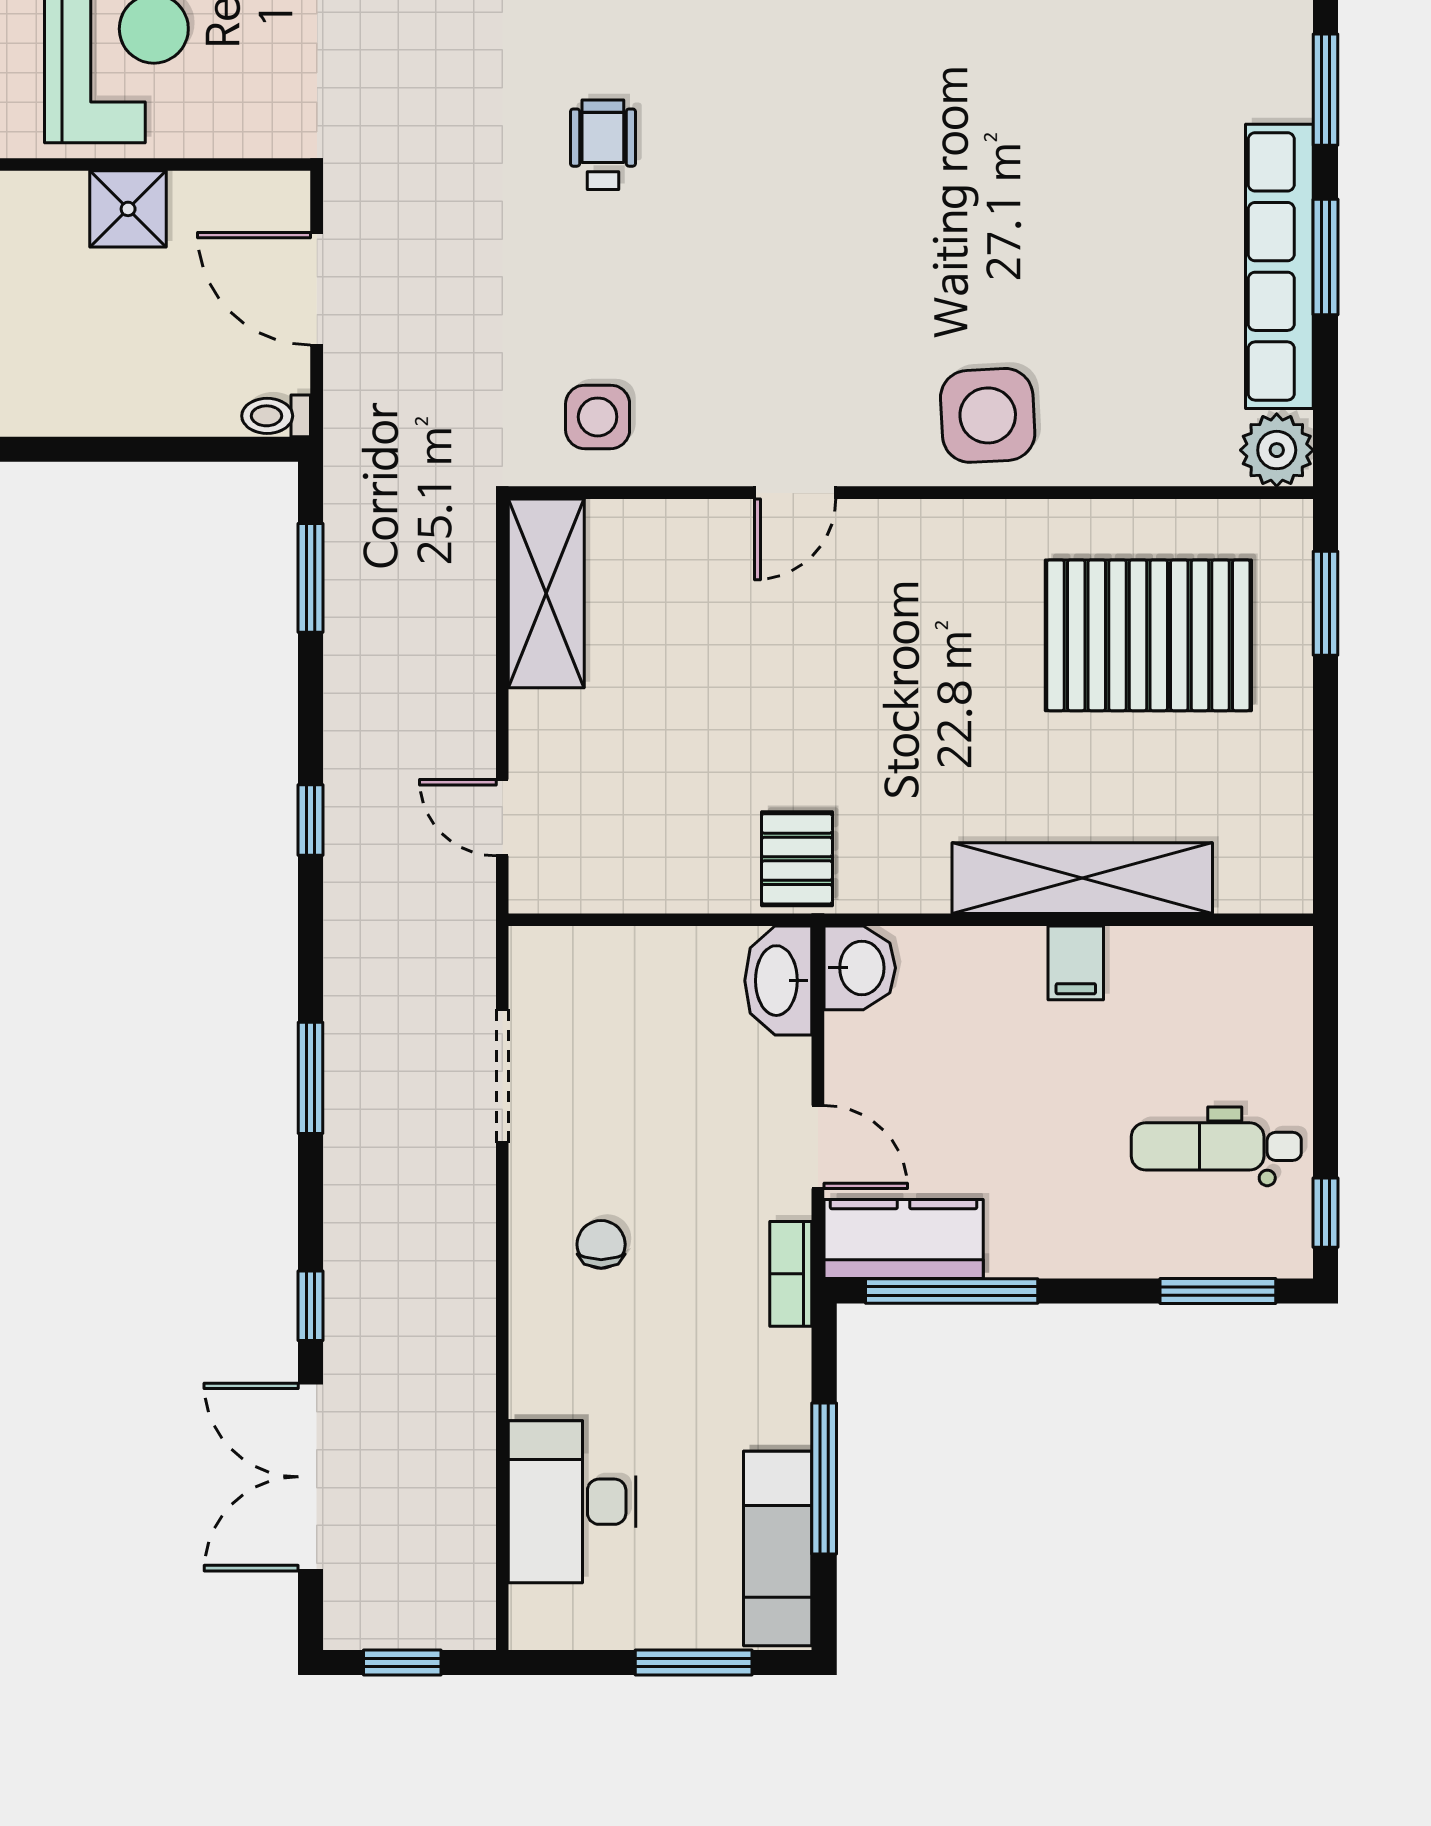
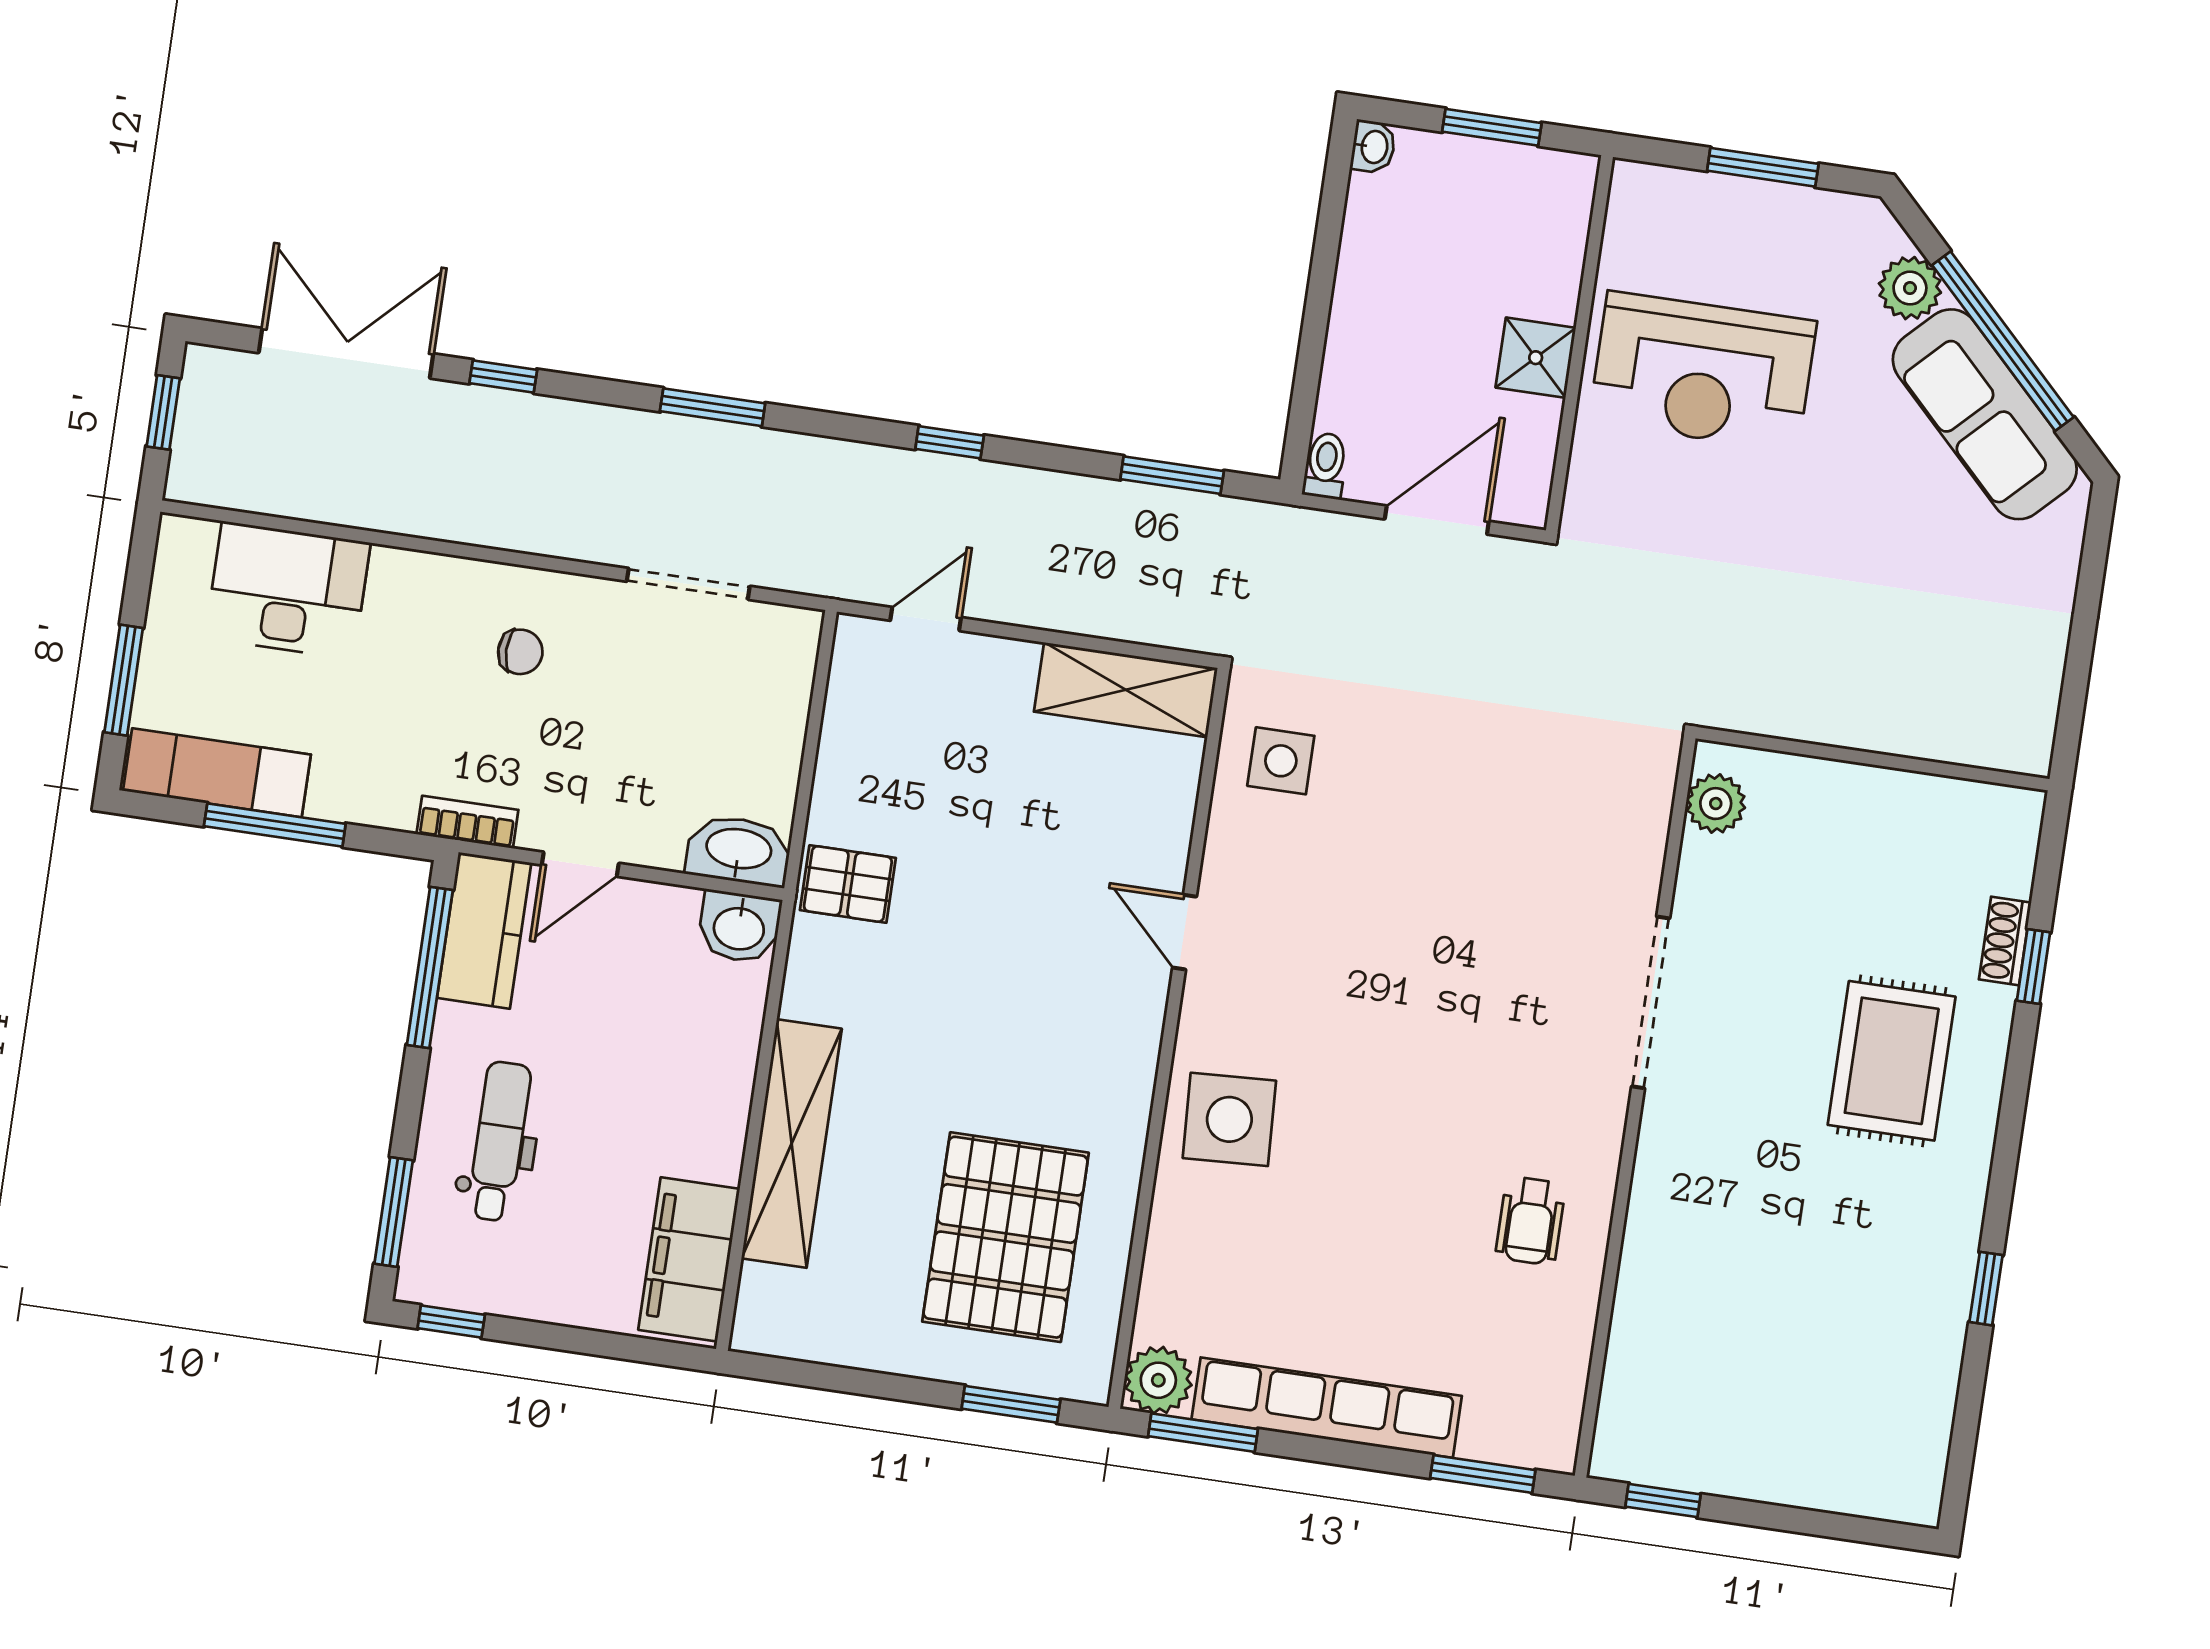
wheelchair: (603, 145) -> (1531, 1221), moved, turned 90
window: (1325, 257) -> (1203, 1433), moved
filing cabinet: (1076, 963) -> (689, 1259), moved, width x3.00, depth x1.17
dental chair: (1216, 1146) -> (499, 1141), moved

